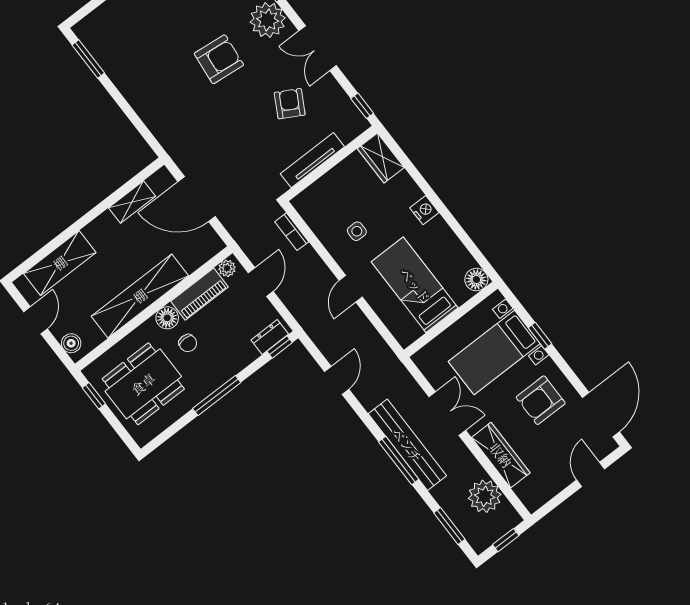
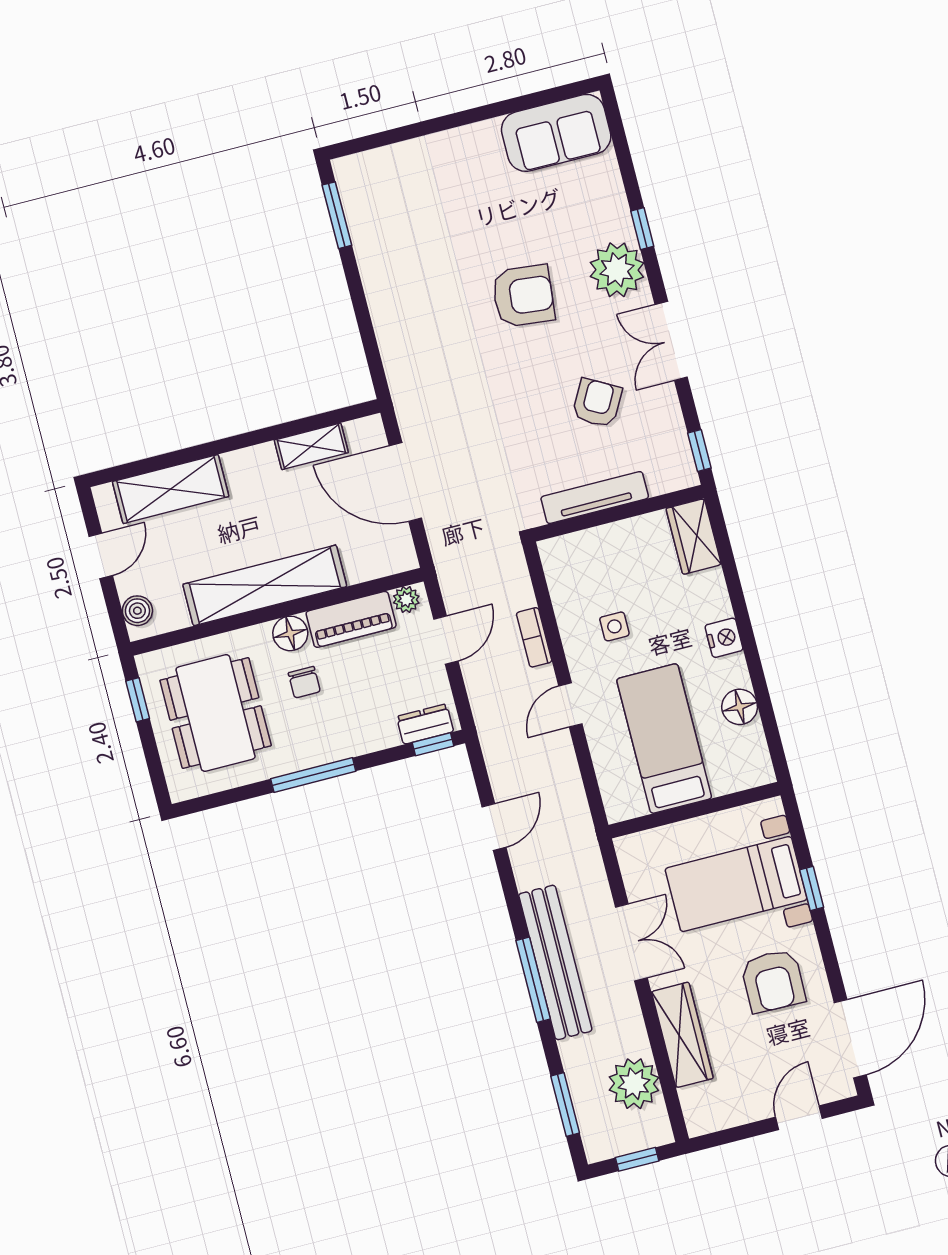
bookcase: (292, 232) -> (534, 637), moved
floor lamp: (476, 280) -> (740, 707), moved
dining table: (143, 384) -> (216, 713), turned 90
armchair: (541, 400) -> (773, 981), turned -89

